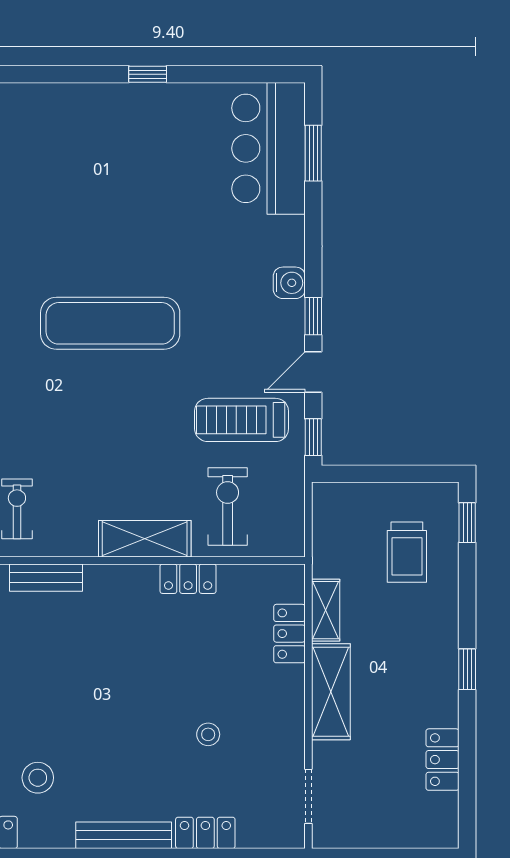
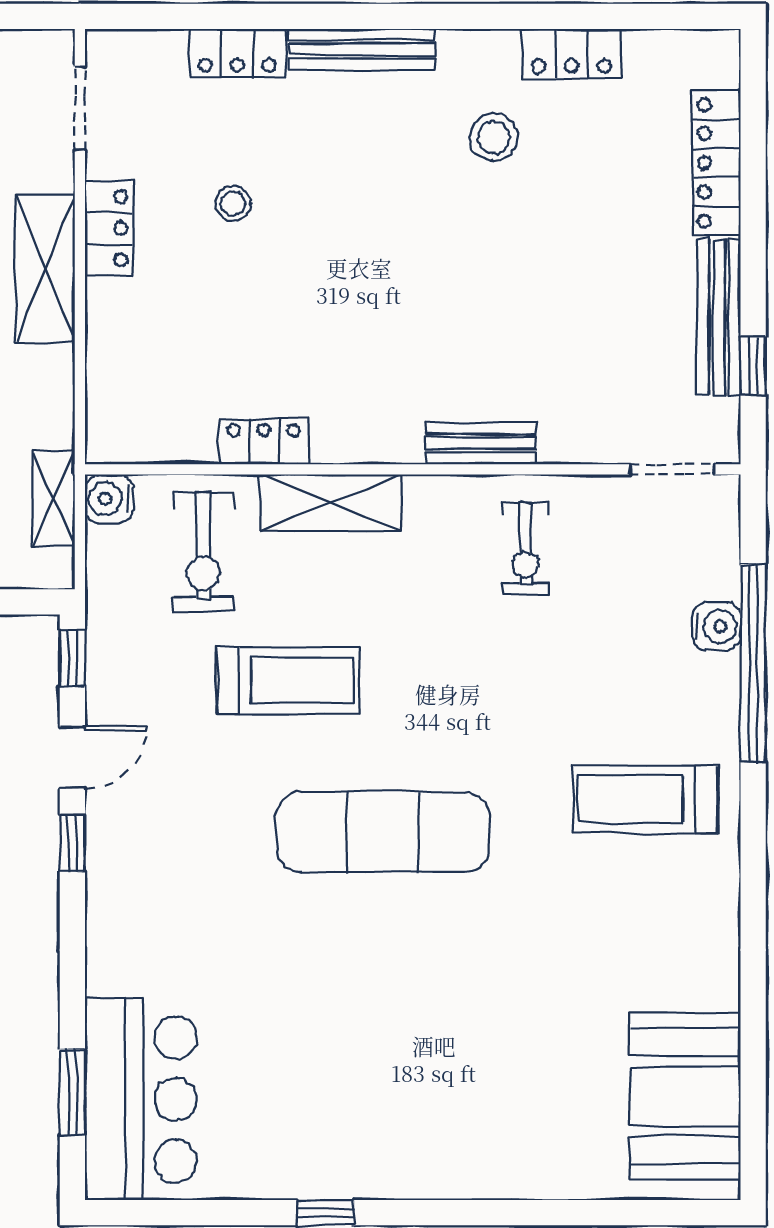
water cooler: (289, 283) -> (109, 499), moved
treadmill: (242, 420) -> (288, 680), moved
shelving: (326, 610) -> (54, 499), moved
locker: (289, 634) -> (109, 228), moved

